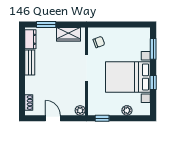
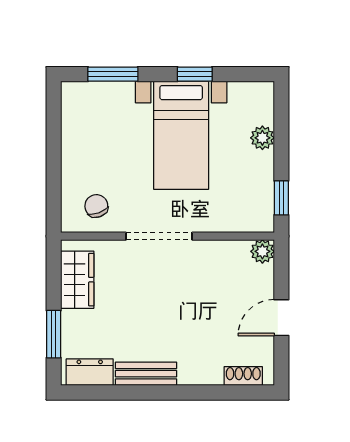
bed with nightstands: (128, 77) -> (181, 135), width x0.73

